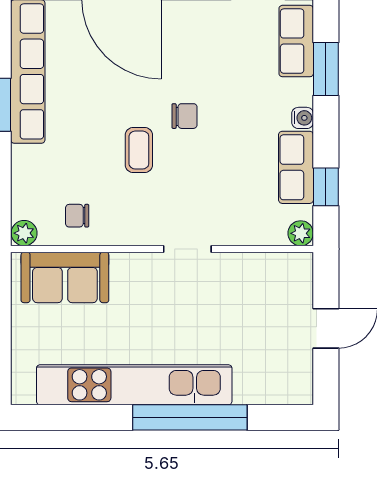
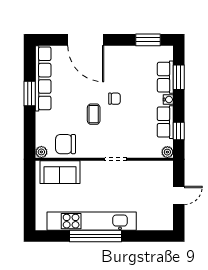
row of seats: (296, 41) -> (165, 77), moved
chair: (77, 216) -> (65, 144), width x1.87, depth x1.87
window: (190, 417) -> (96, 236), moved

